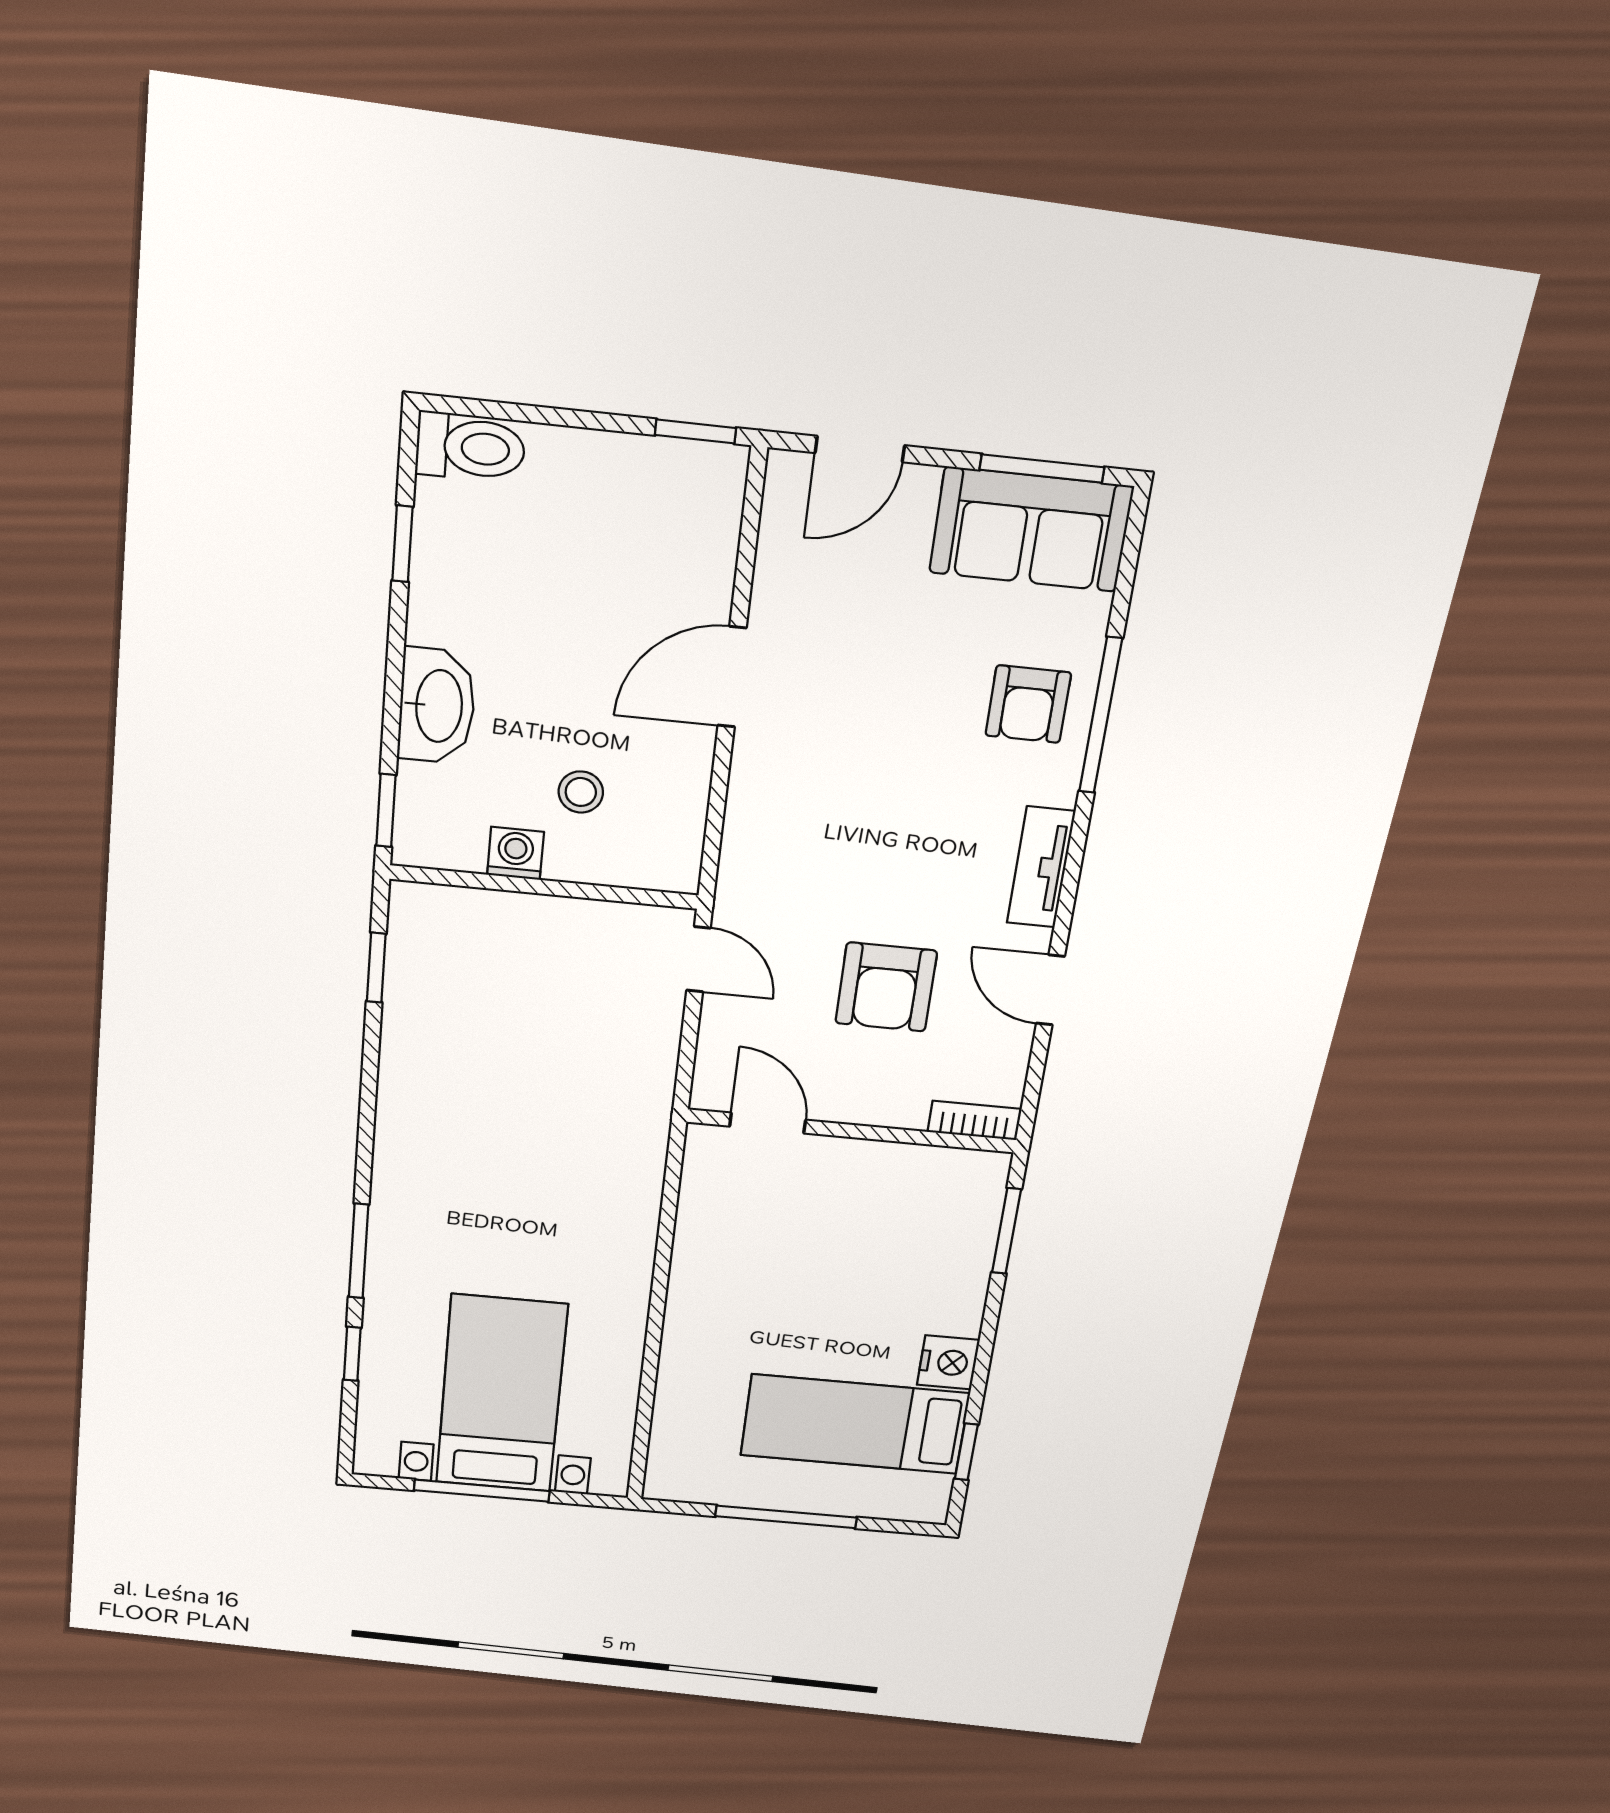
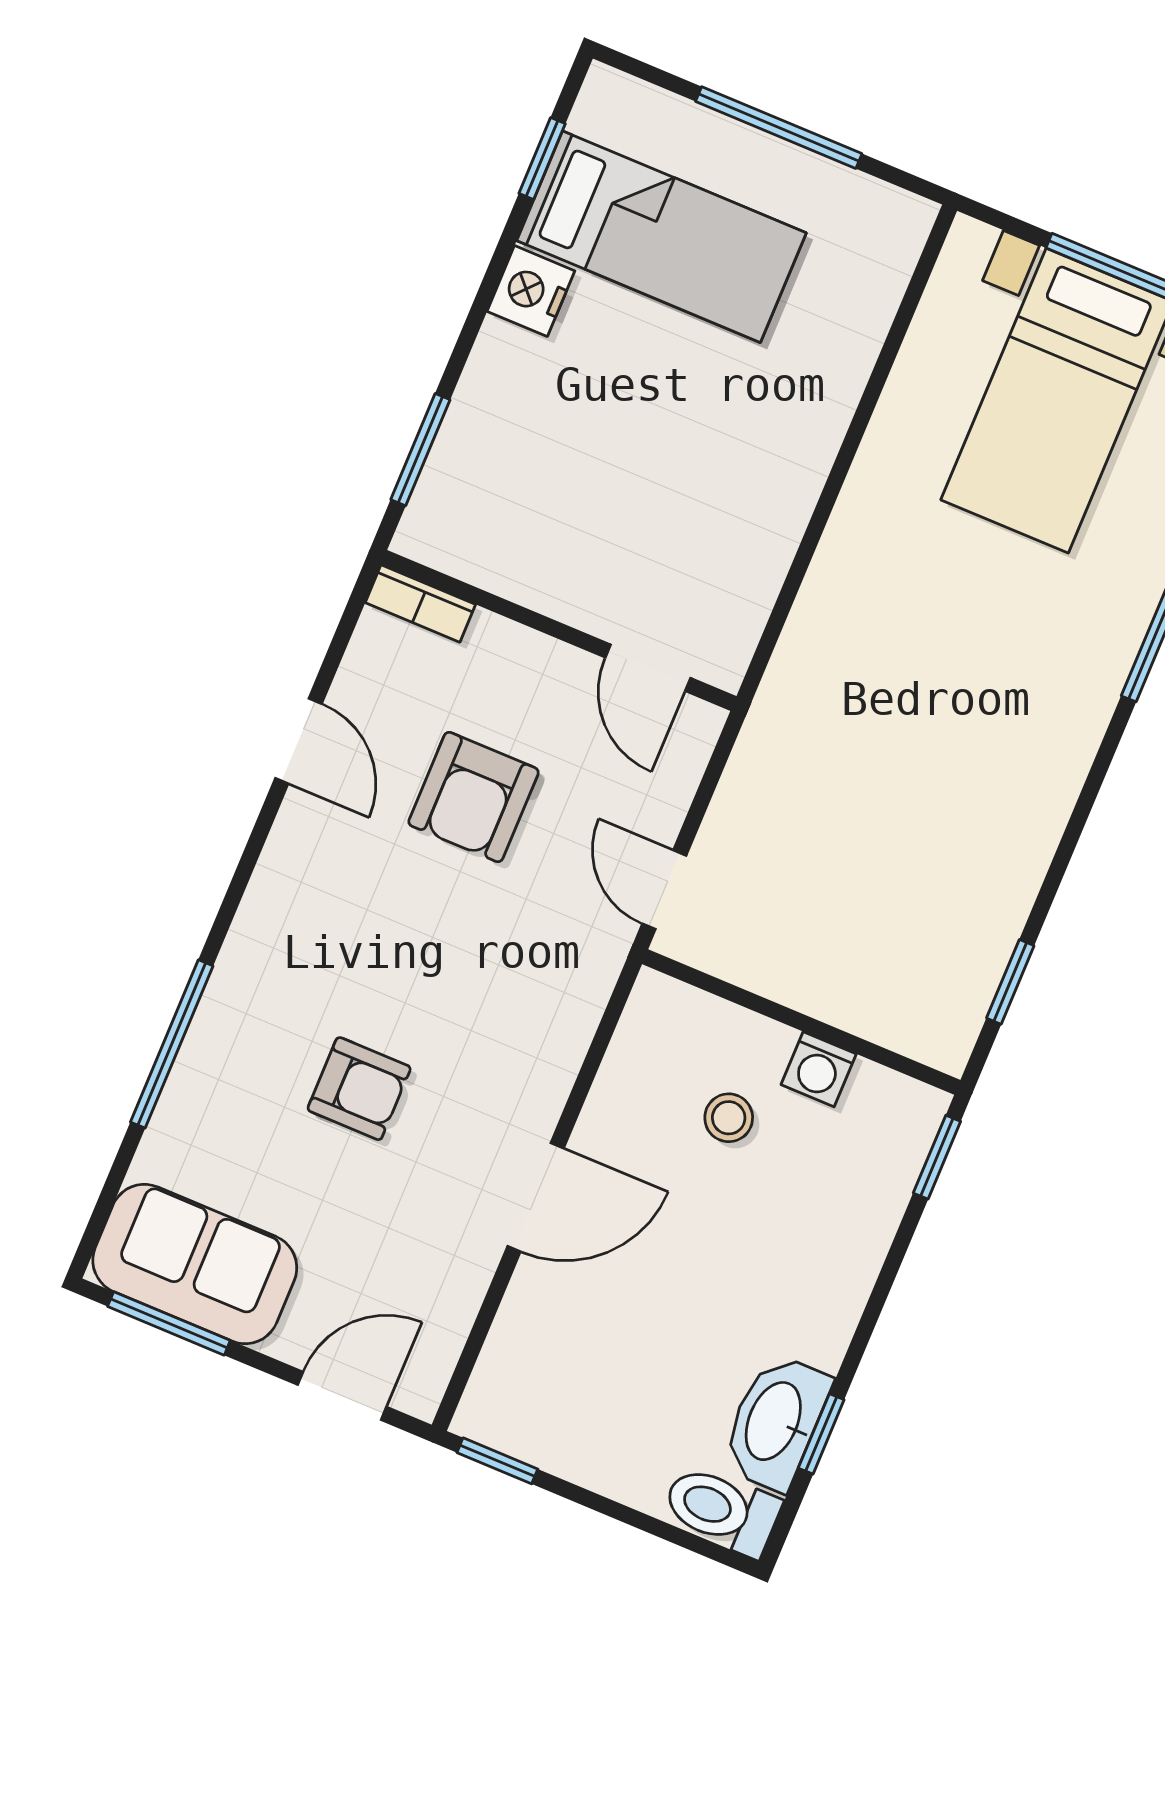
armchair: (1028, 704) -> (359, 1089), moved, turned 90
washbasin: (437, 706) -> (775, 1422), moved
tv unit: (1041, 867) -> (274, 890), removed
armchair: (886, 987) -> (474, 797), turned 180

